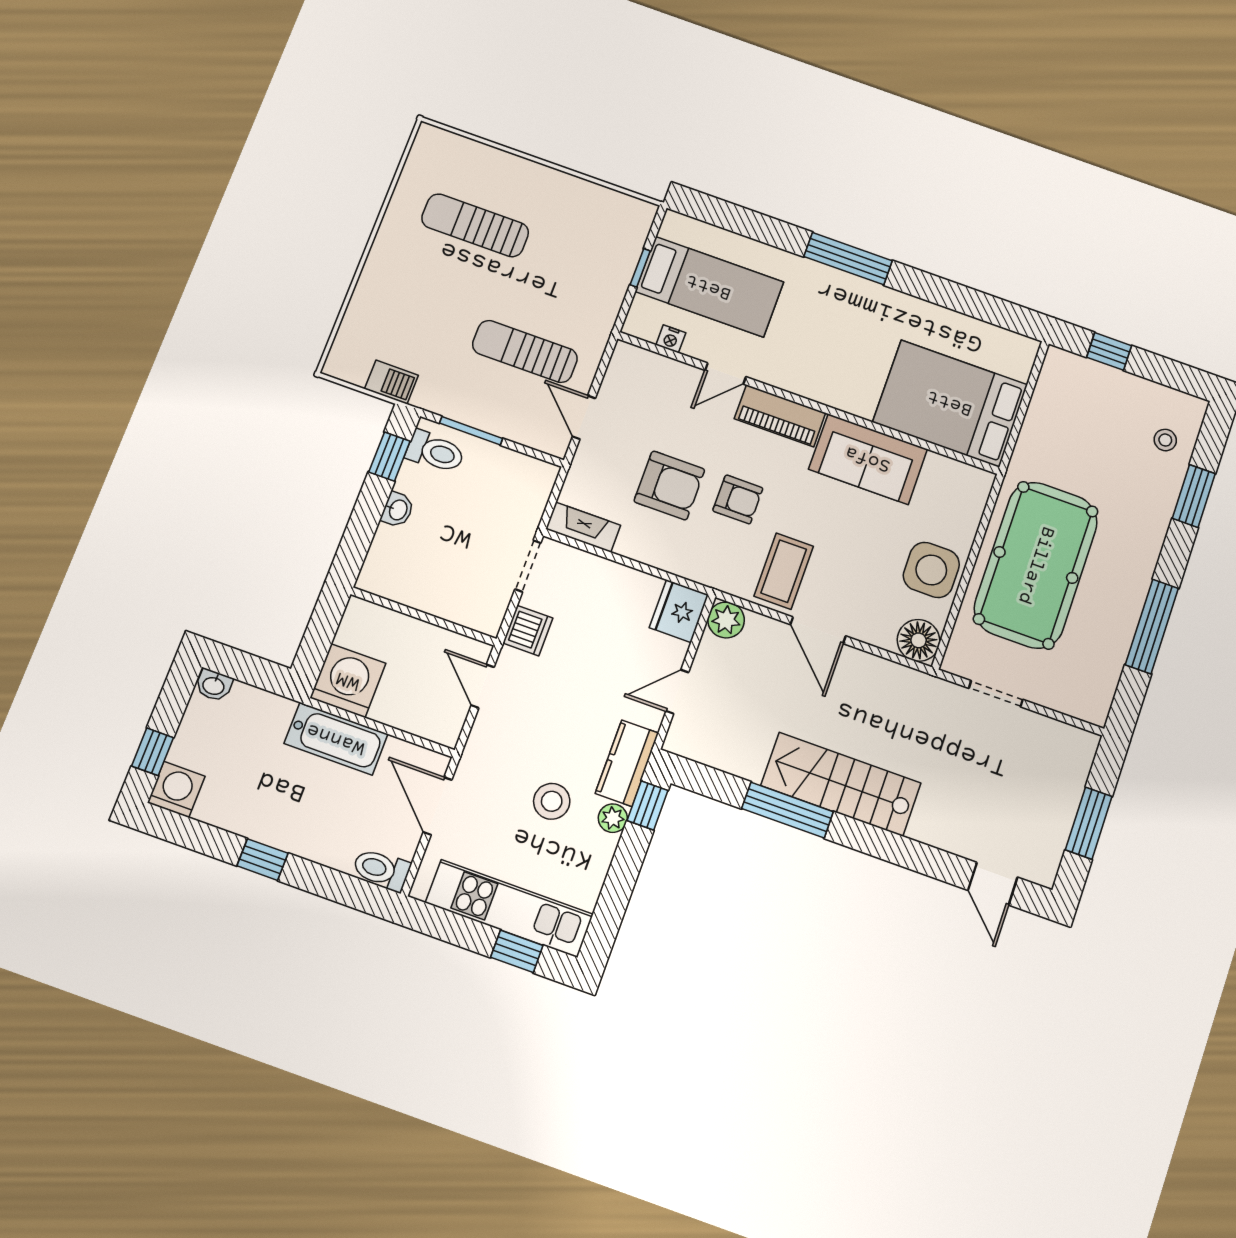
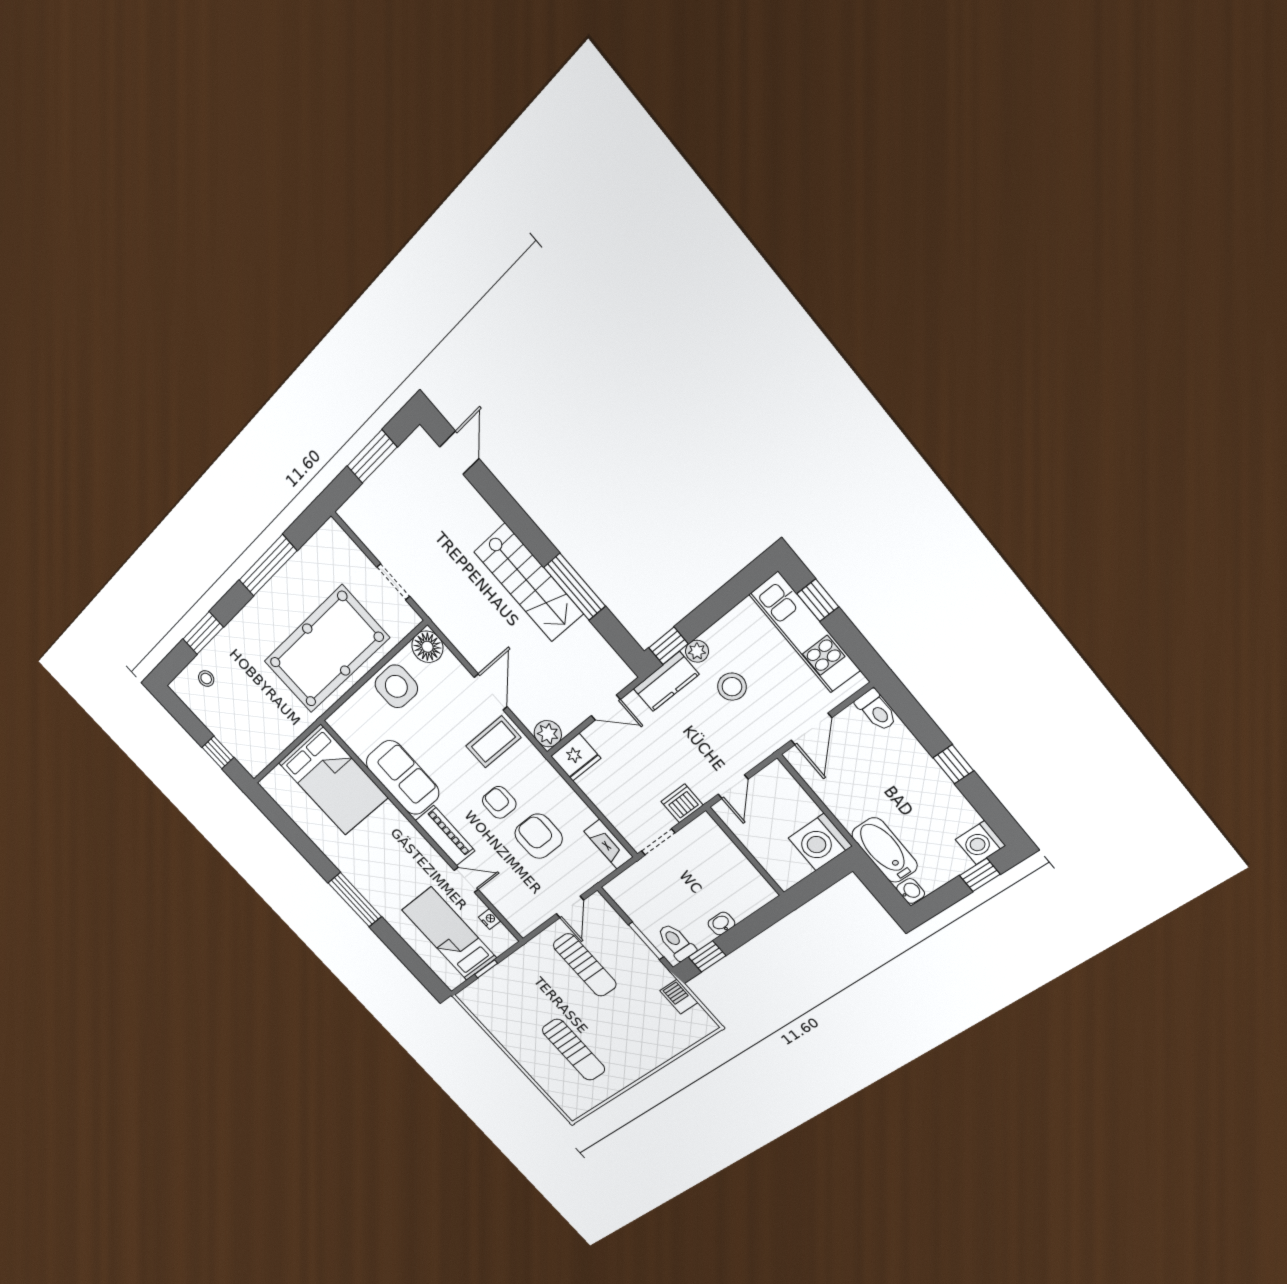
bathtub: (336, 739) -> (885, 850), moved

